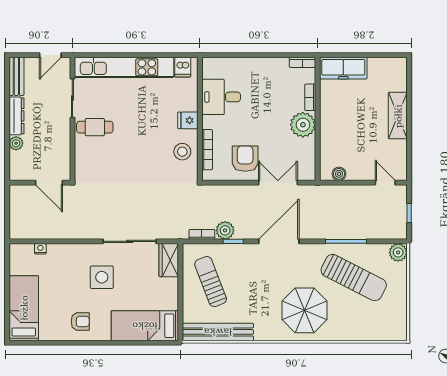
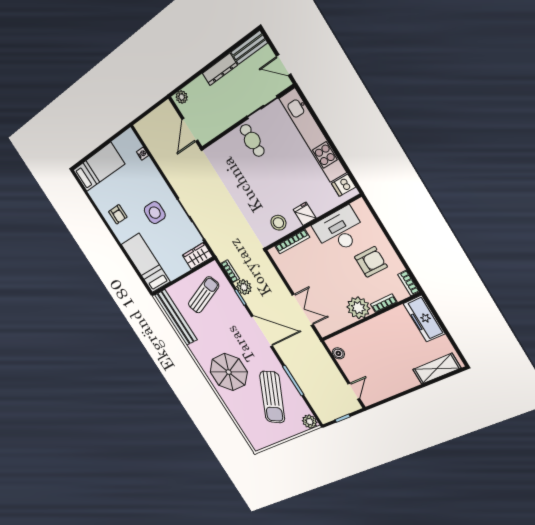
desk: (221, 97) -> (339, 231), width x1.37
shelving: (398, 116) -> (437, 369), moved
plant: (16, 143) -> (182, 97), moved
armchair: (245, 159) -> (371, 262), moved

